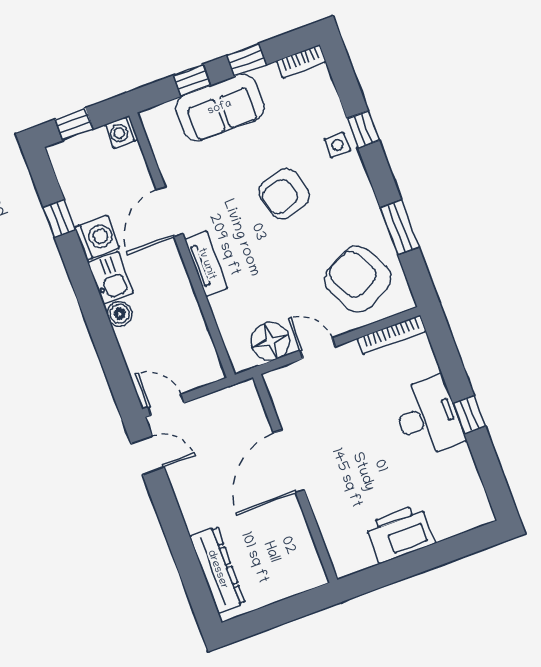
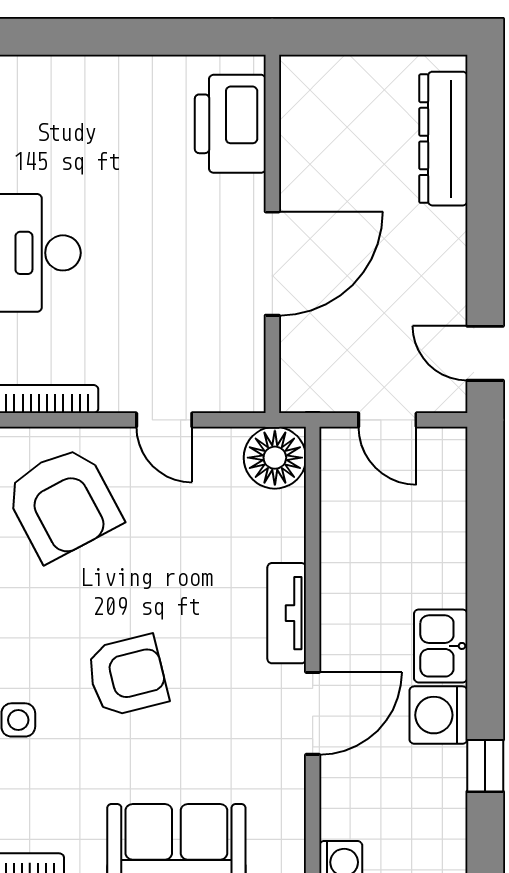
boiler: (120, 314) -> (447, 586), removed
floor lamp: (270, 341) -> (275, 458), moved
door: (166, 405) -> (387, 420), moved
printer: (400, 534) -> (230, 124), moved, turned 90

